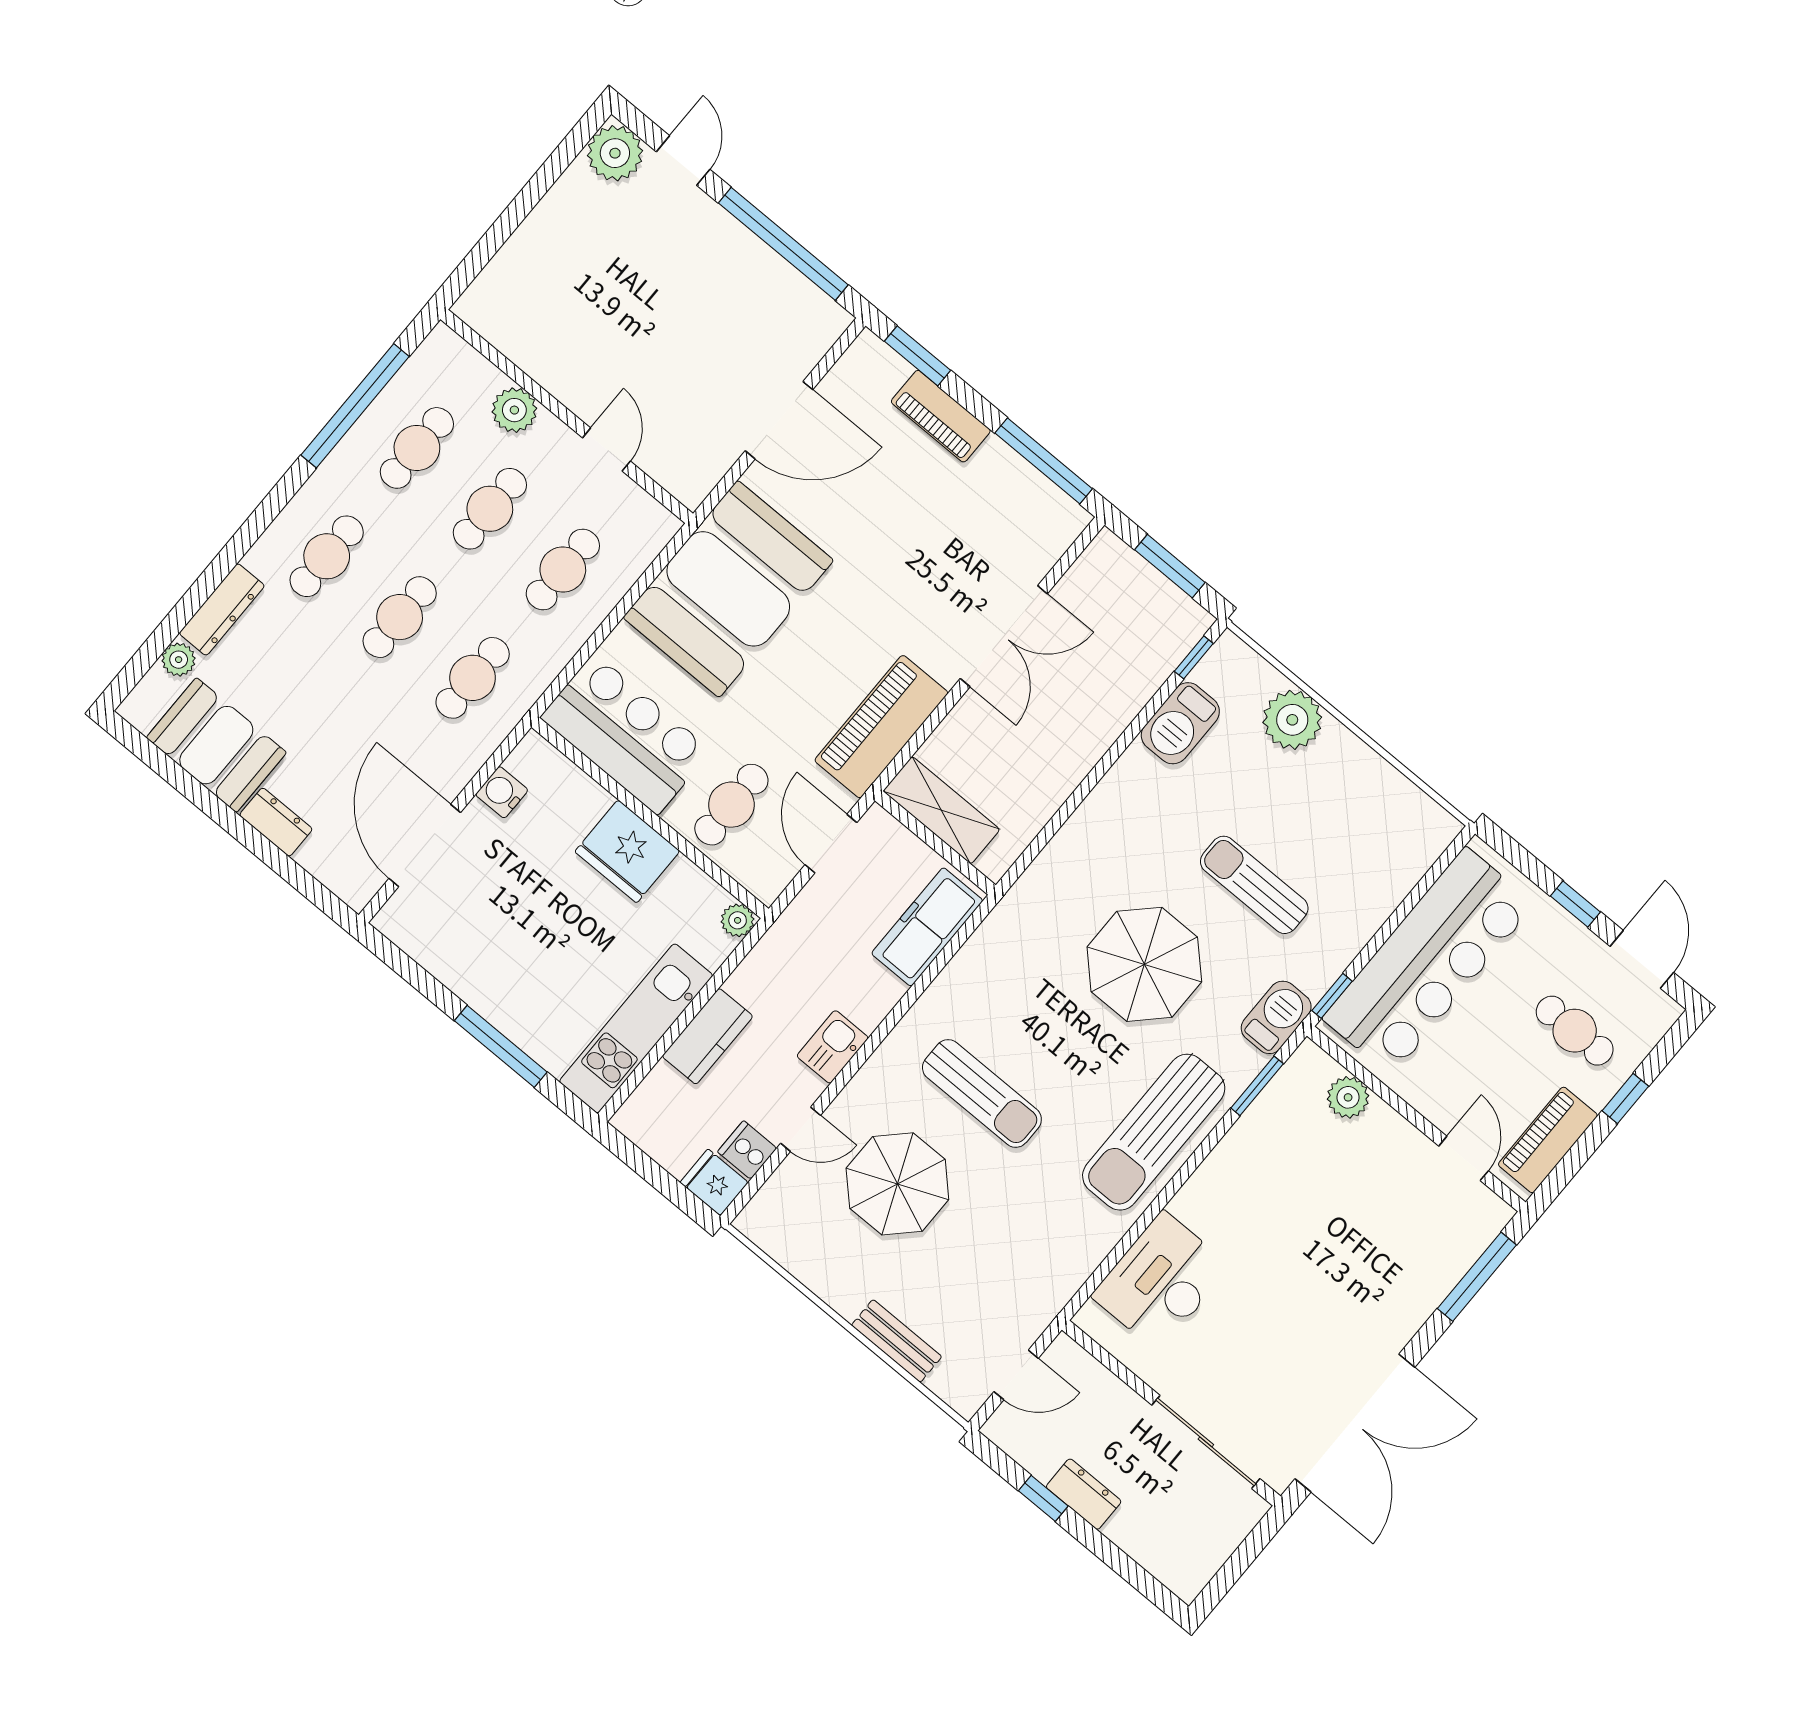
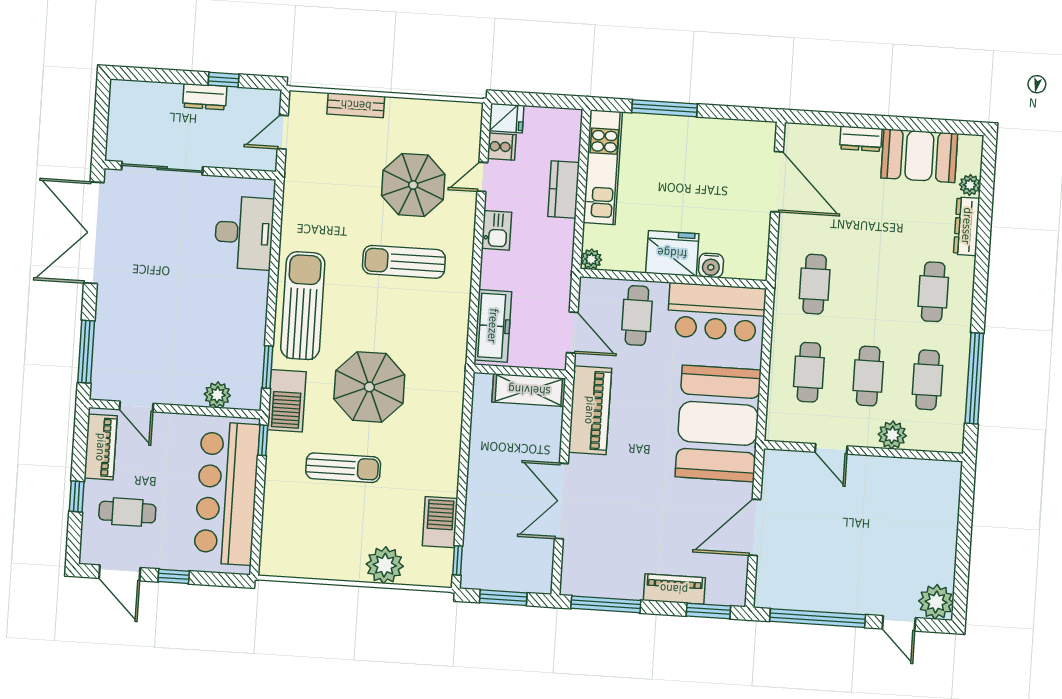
cafe table: (400, 617) -> (874, 288), removed
water cooler: (502, 792) -> (711, 265), moved, turned 90
barbecue: (1276, 1017) -> (287, 401), width x1.37, depth x1.21

